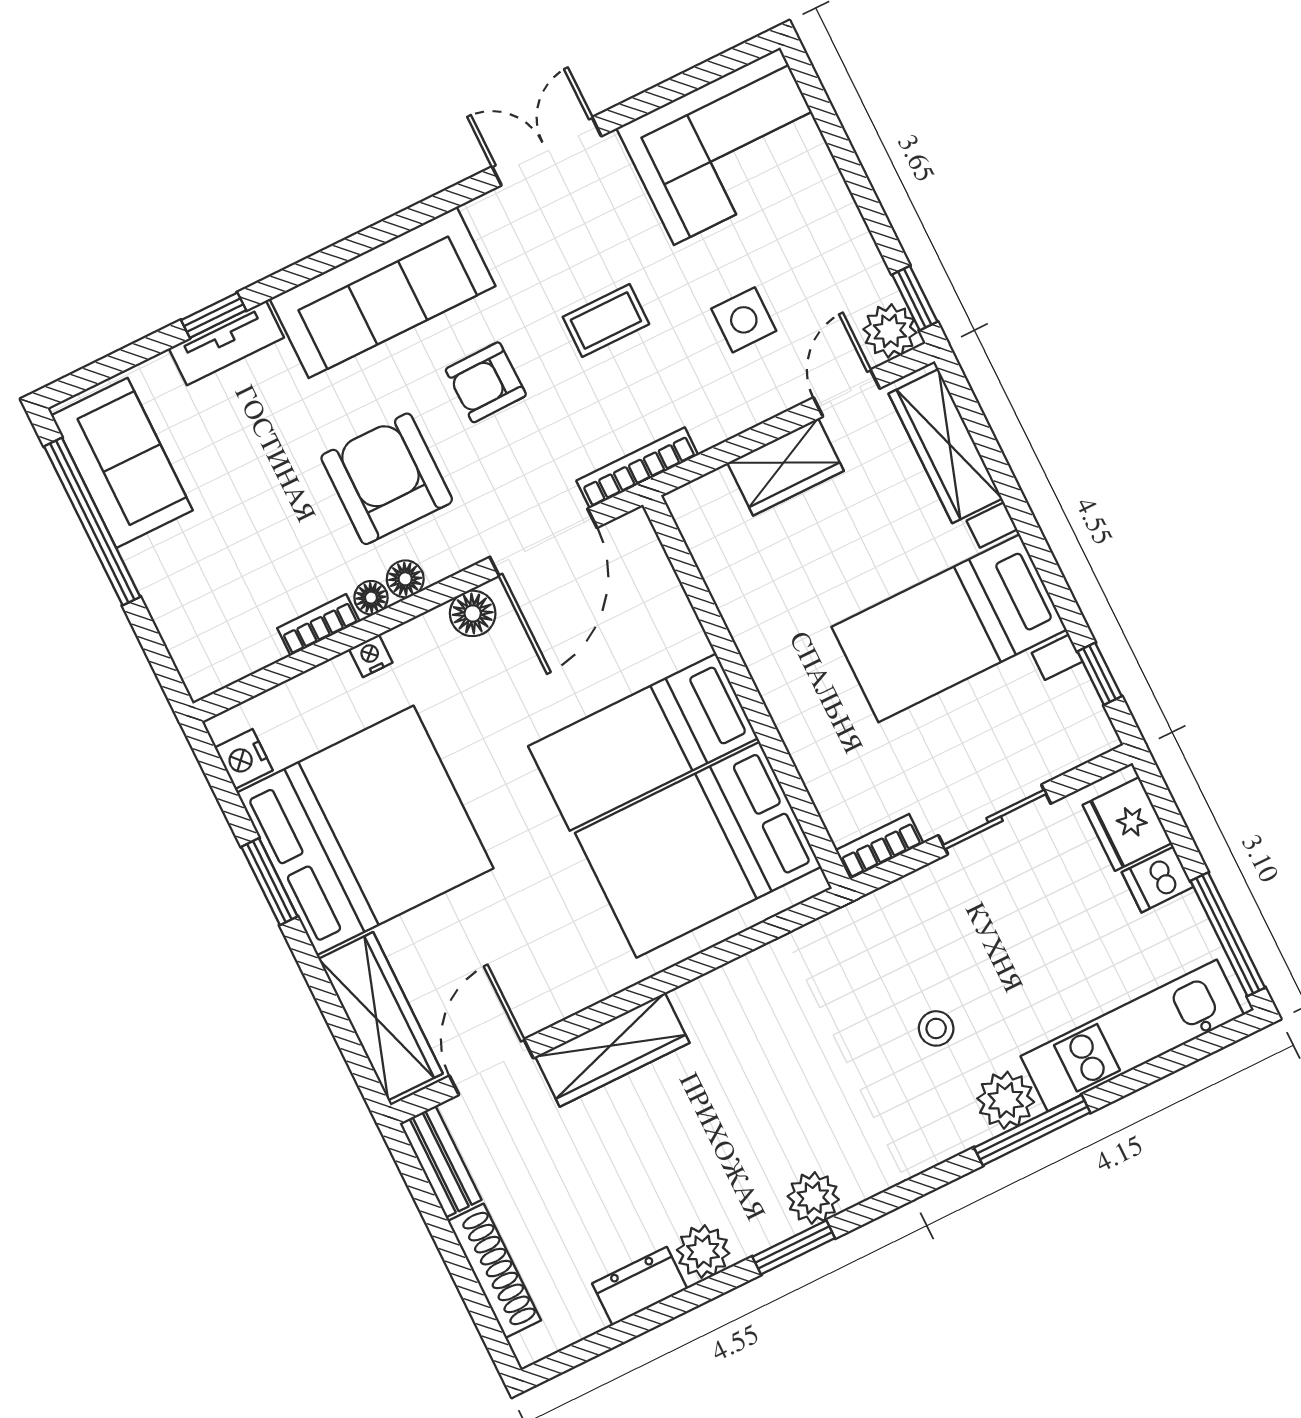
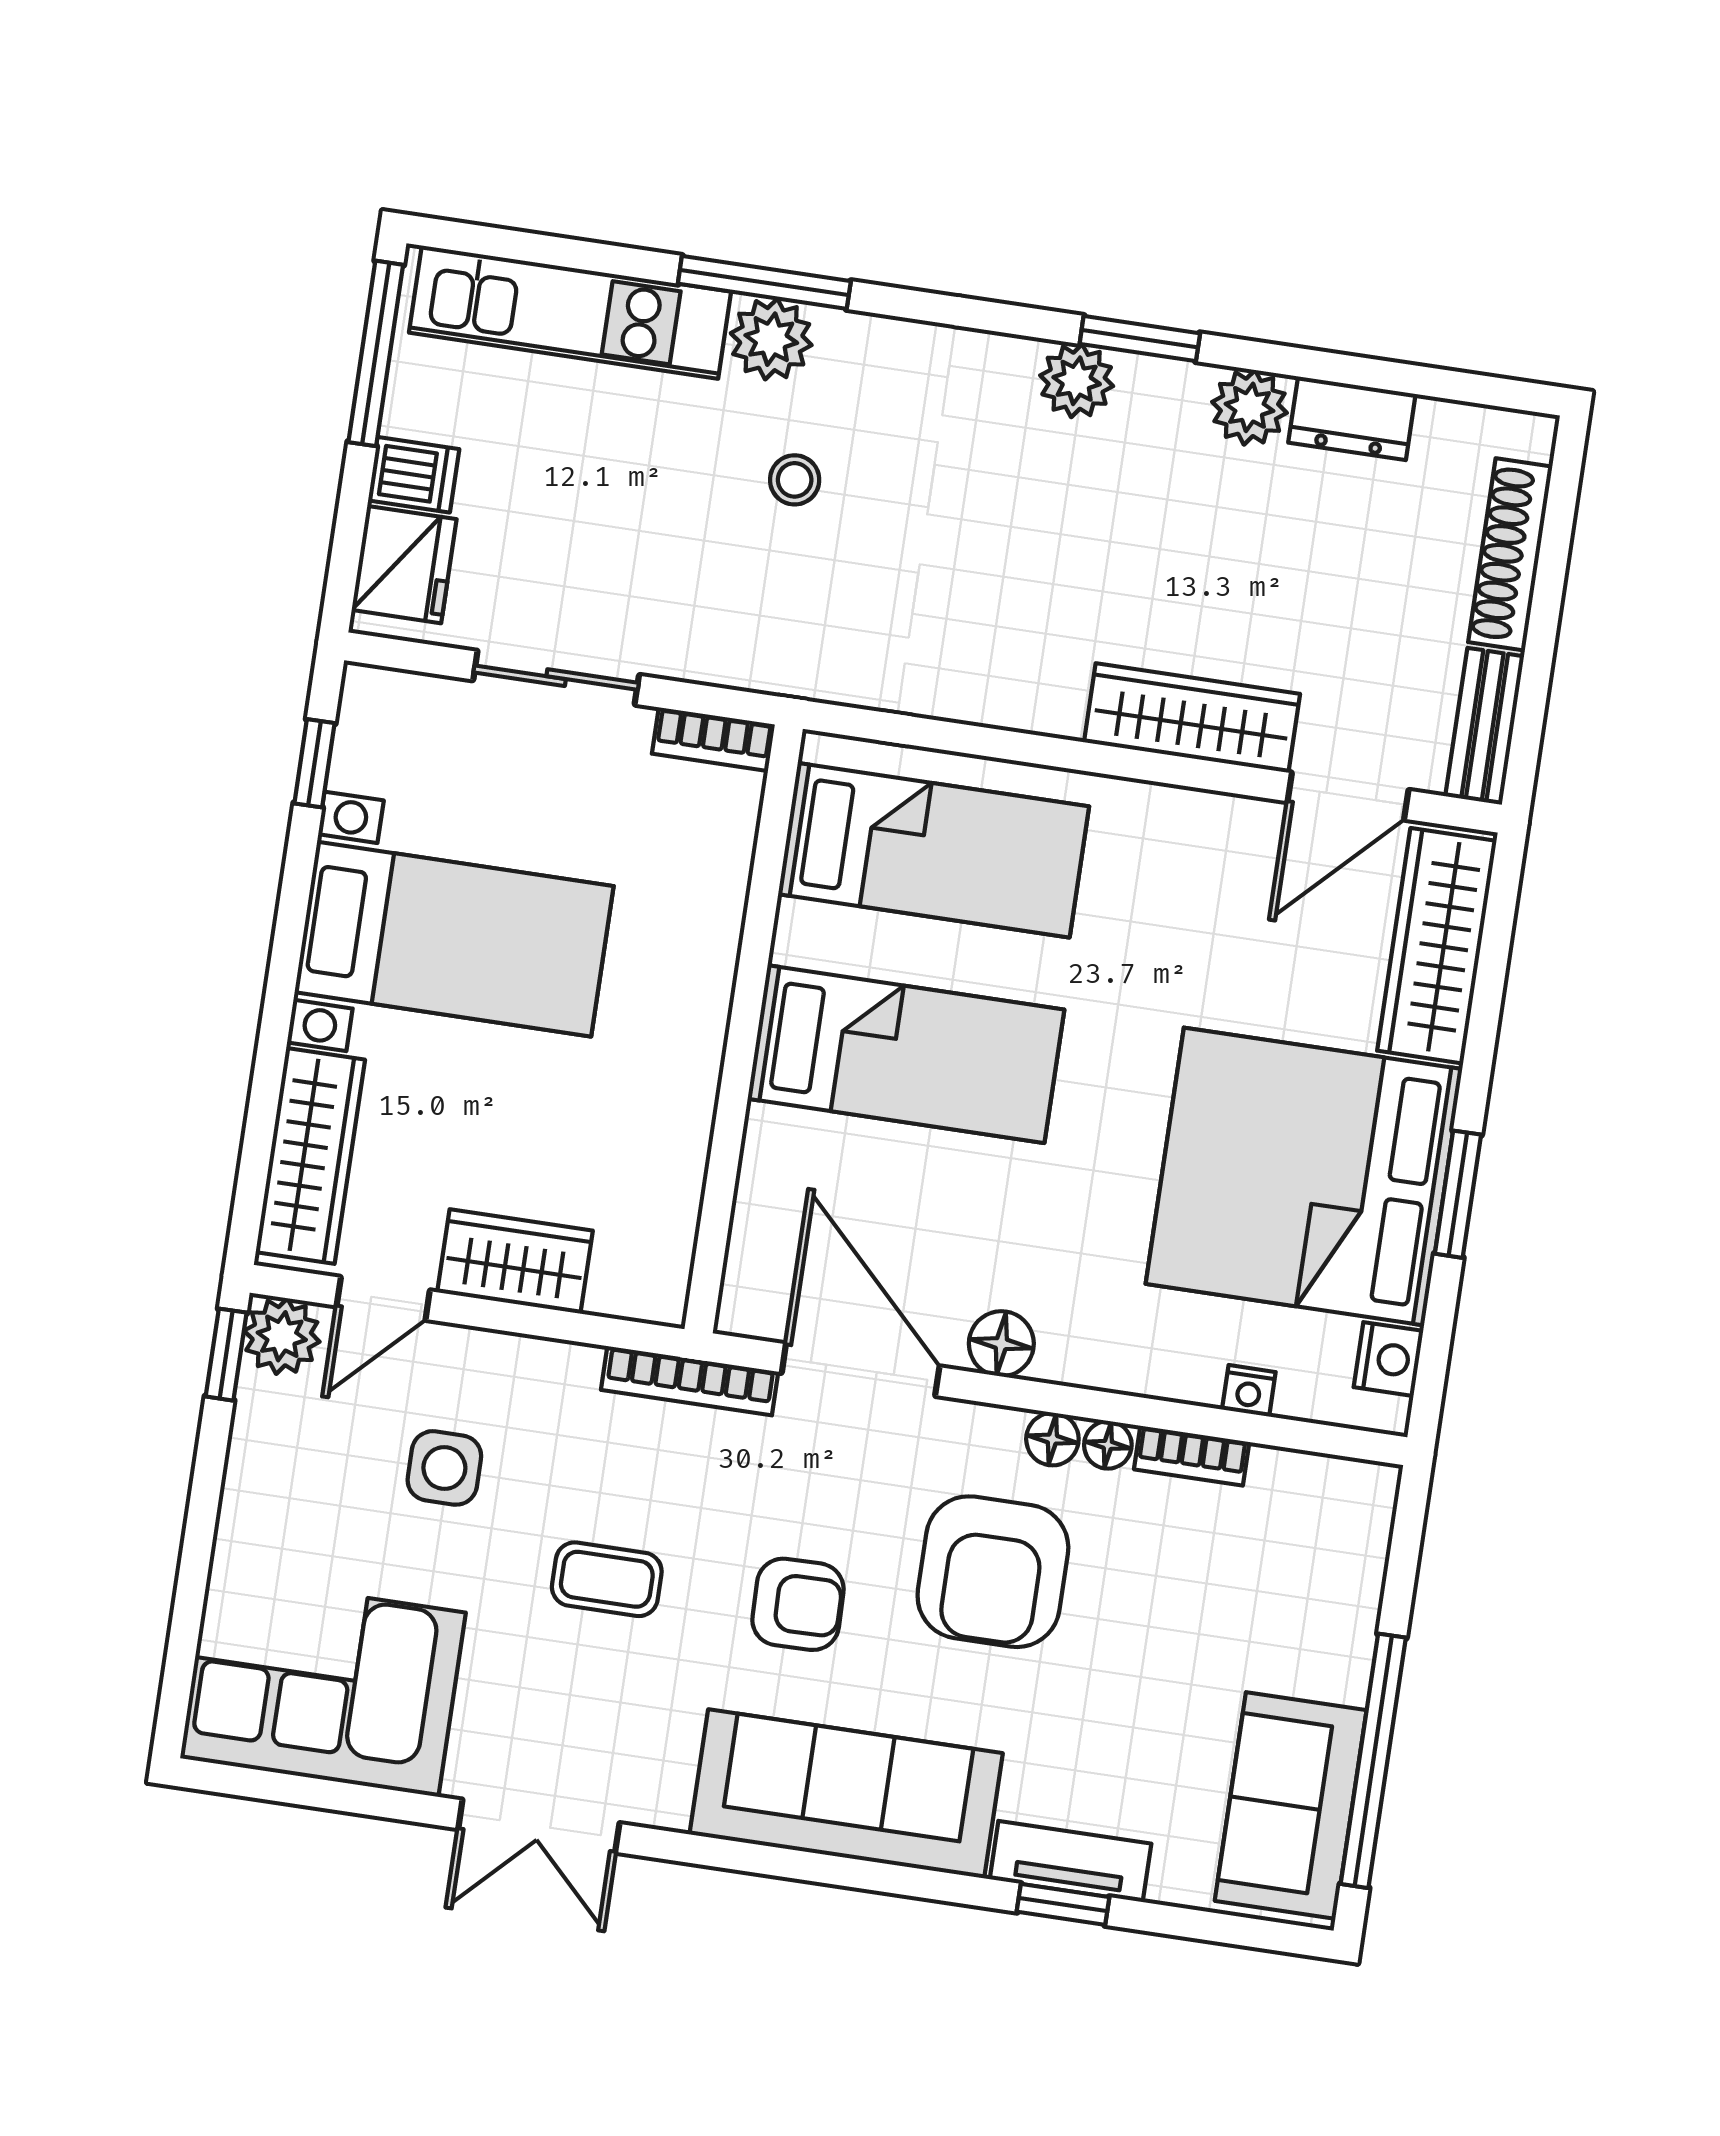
door: (543, 542) -> (861, 1370), hinge flipped
nightstand: (371, 656) -> (1249, 1391), moved
bed: (698, 850) -> (934, 850), width x0.67

